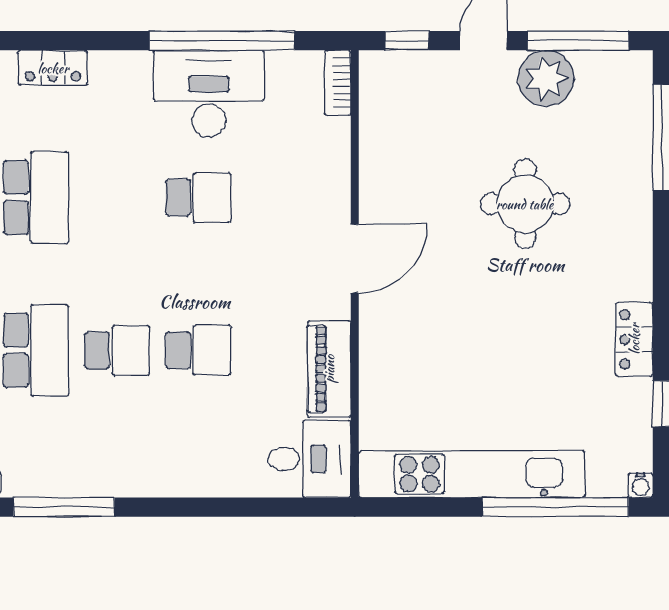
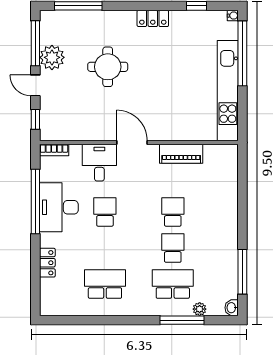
locker: (53, 68) -> (47, 263), moved
locker: (634, 339) -> (153, 18), moved
desk: (309, 459) -> (99, 163), moved

